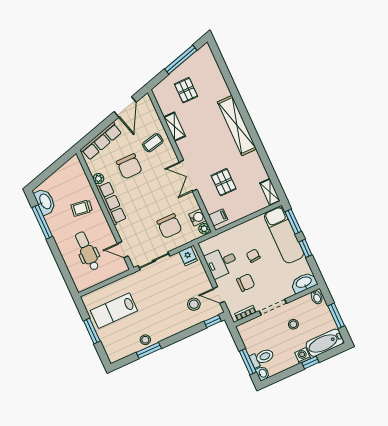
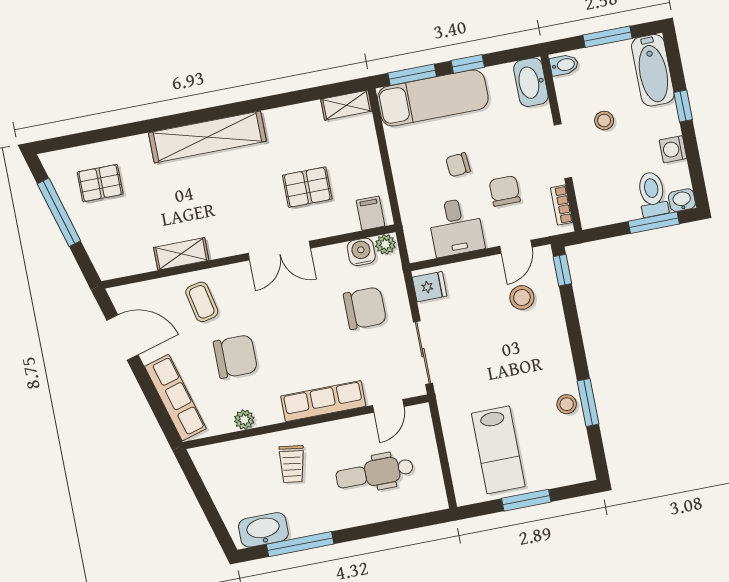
pallet: (186, 90) -> (100, 183), moved
row of seats: (111, 203) -> (323, 401), moved
washing machine: (303, 356) -> (673, 149), moved

